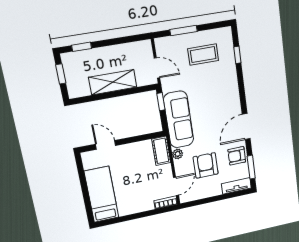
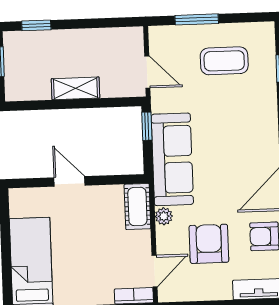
shelving: (113, 82) -> (75, 88), width x0.67, depth x0.75
door: (106, 145) -> (69, 181), moved

